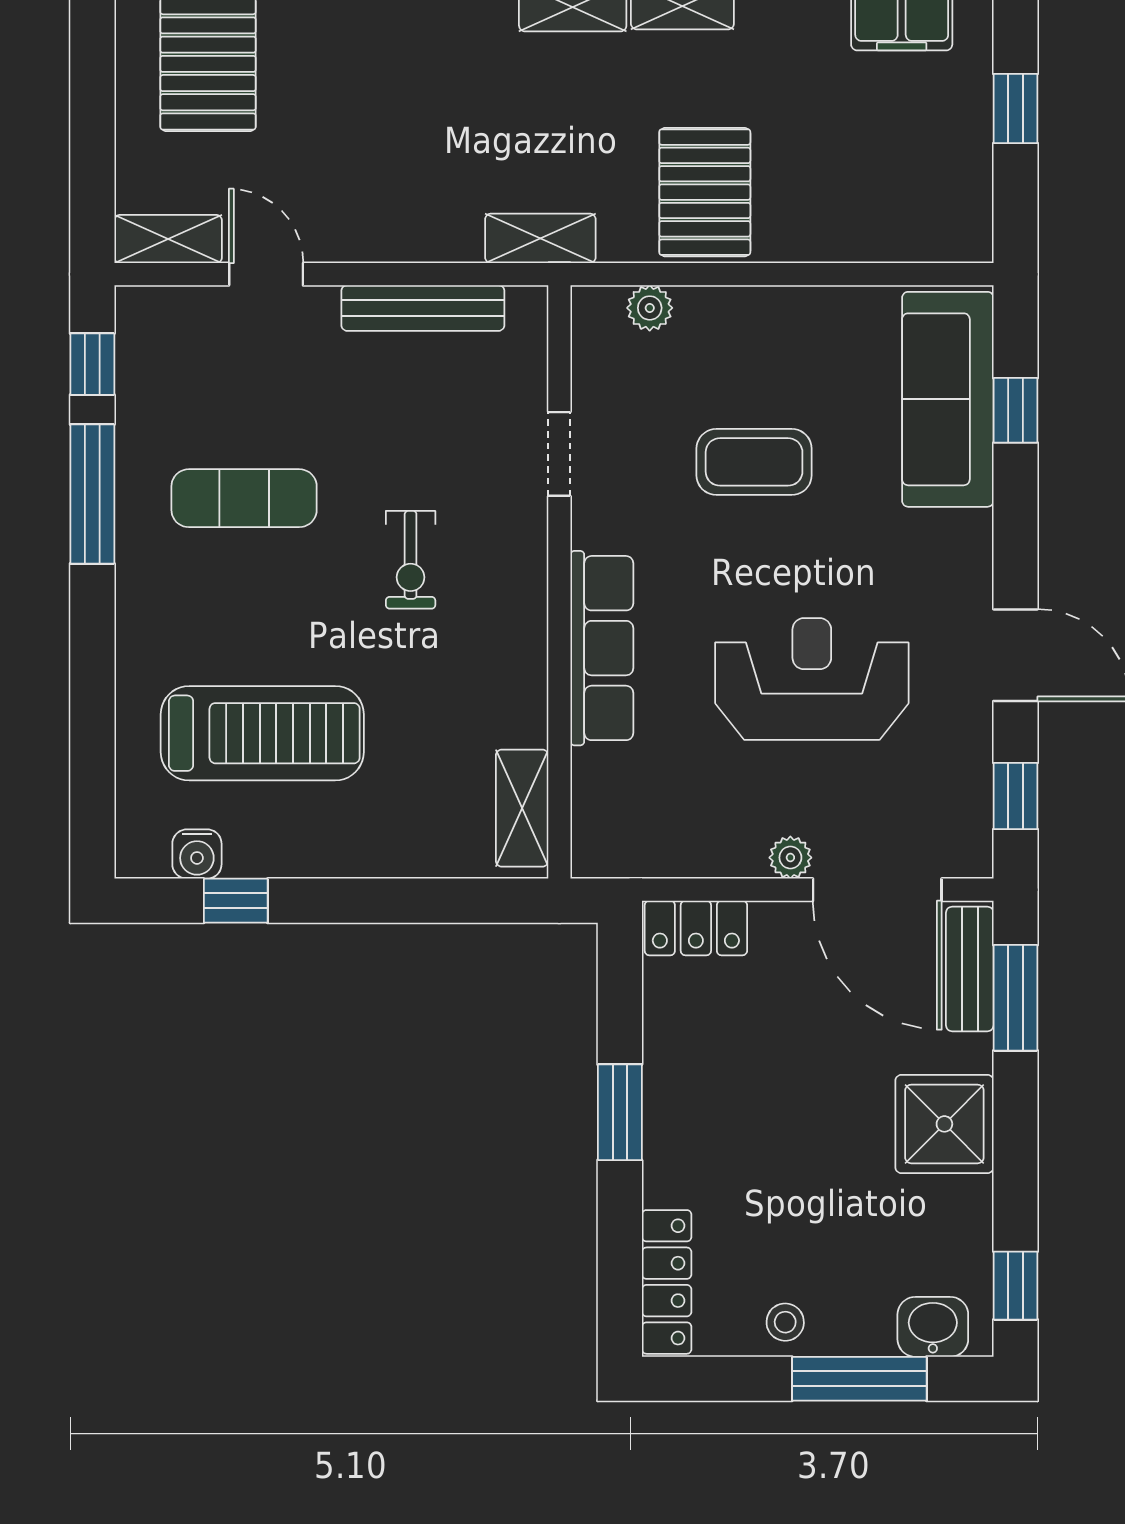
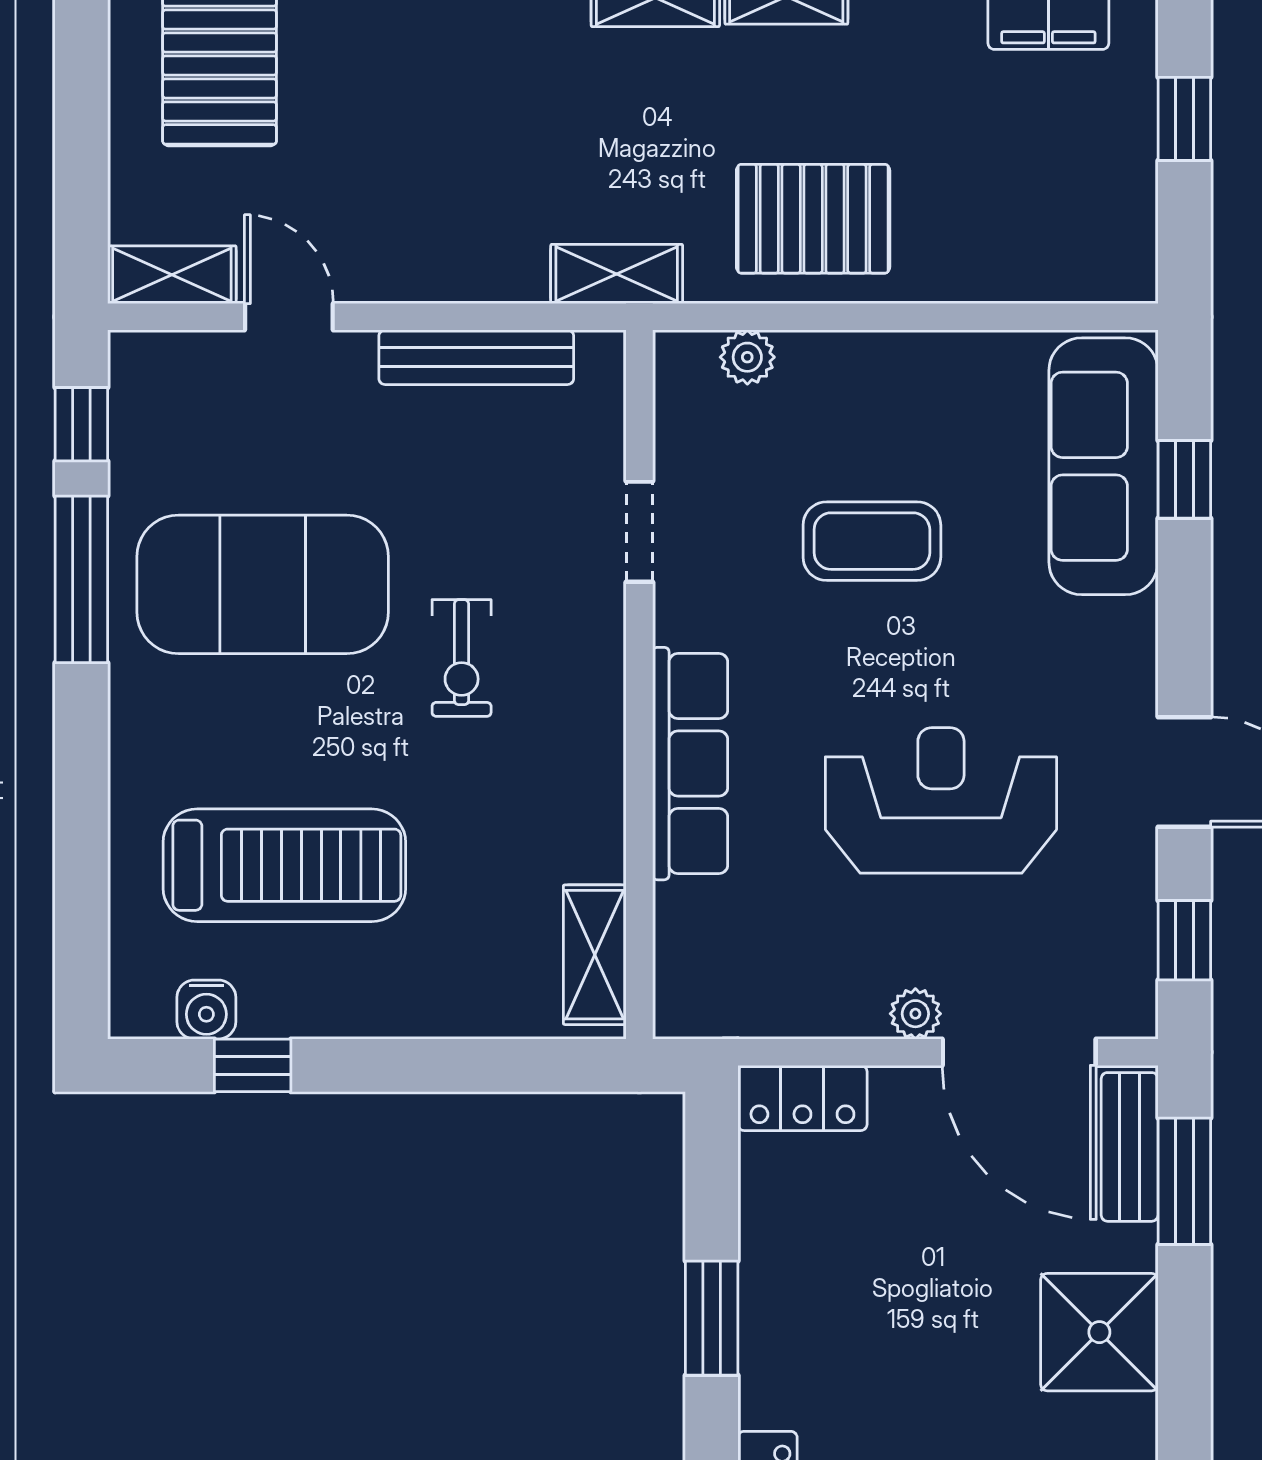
pallet: (705, 192) -> (813, 219), turned 90
exercise mat: (244, 498) -> (263, 584), width x2.00, depth x1.45

